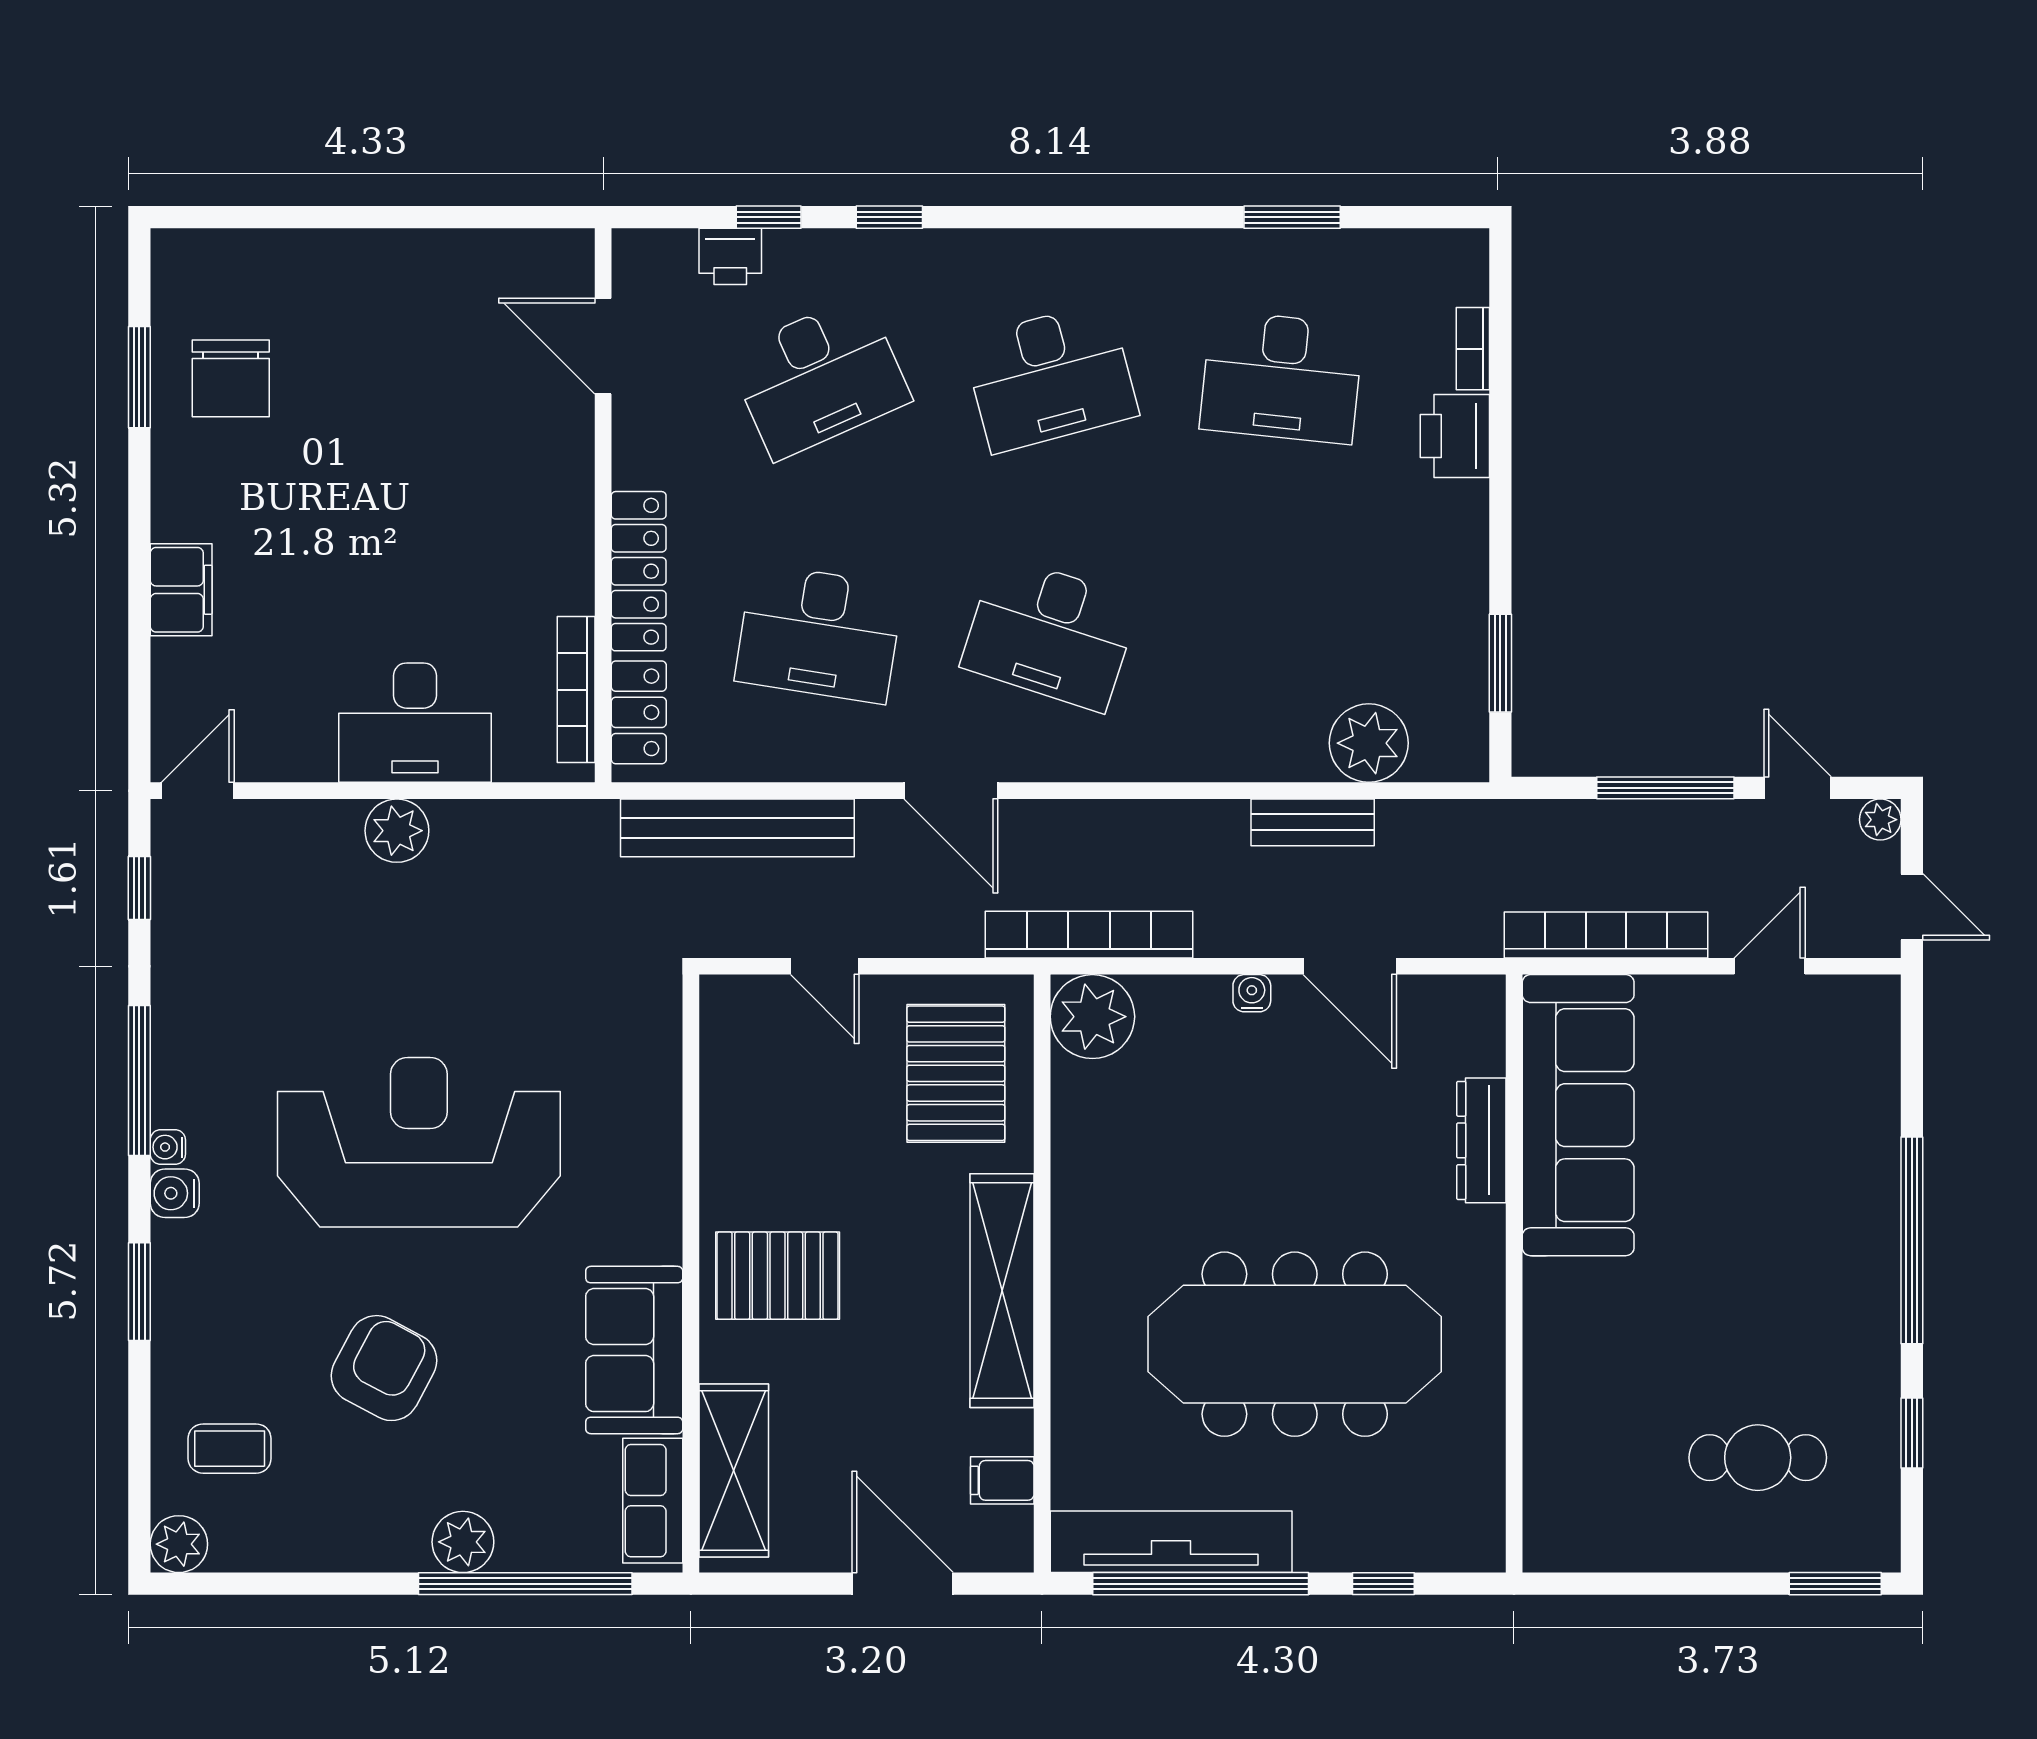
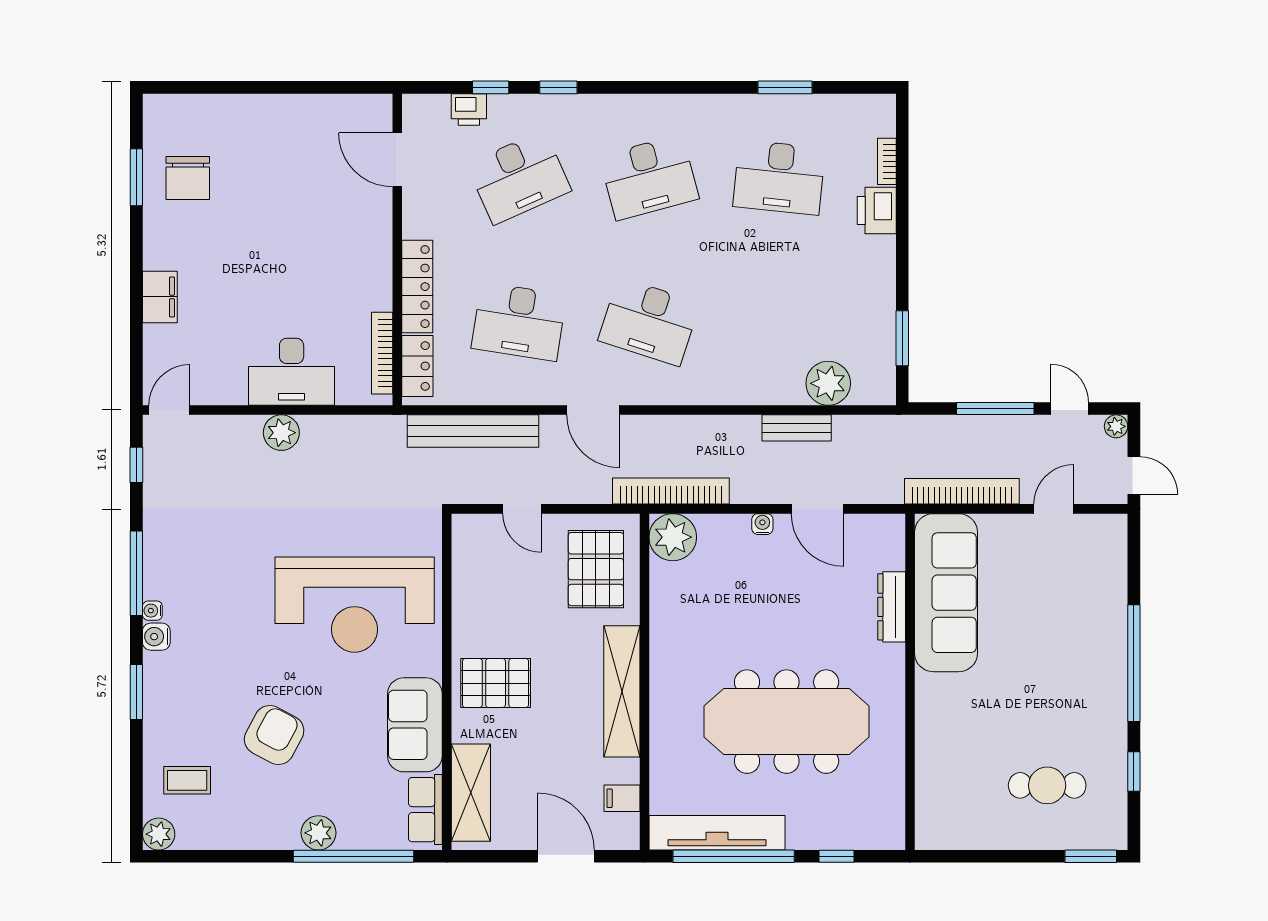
reception desk: (419, 1142) -> (355, 605), moved, turned 180

